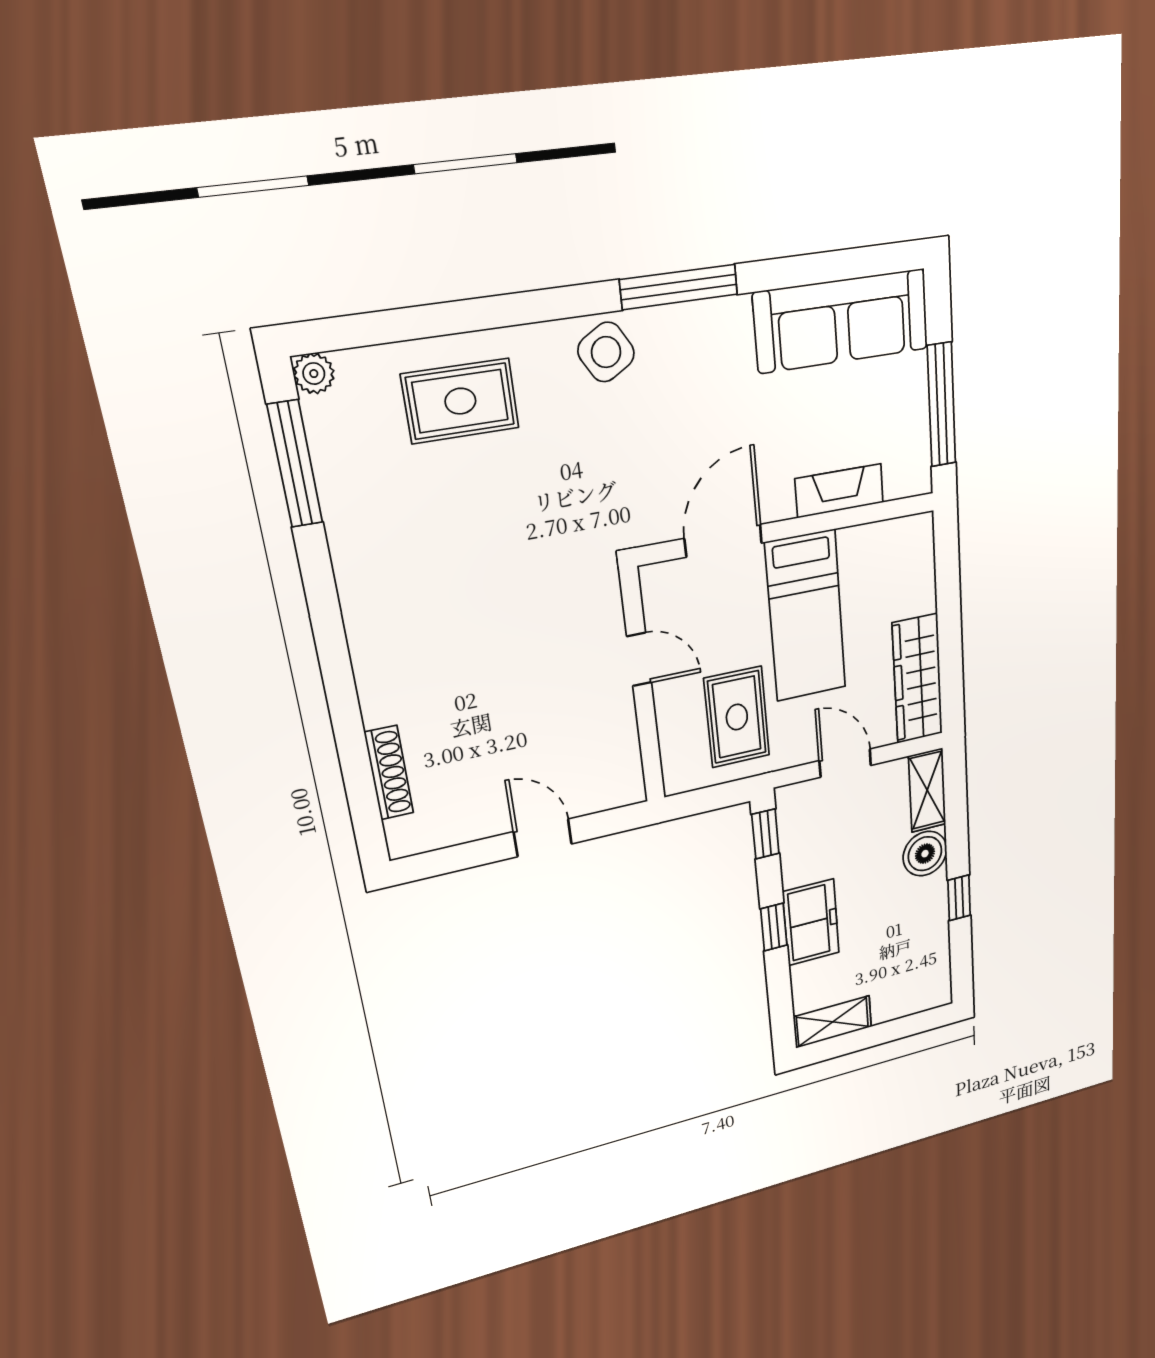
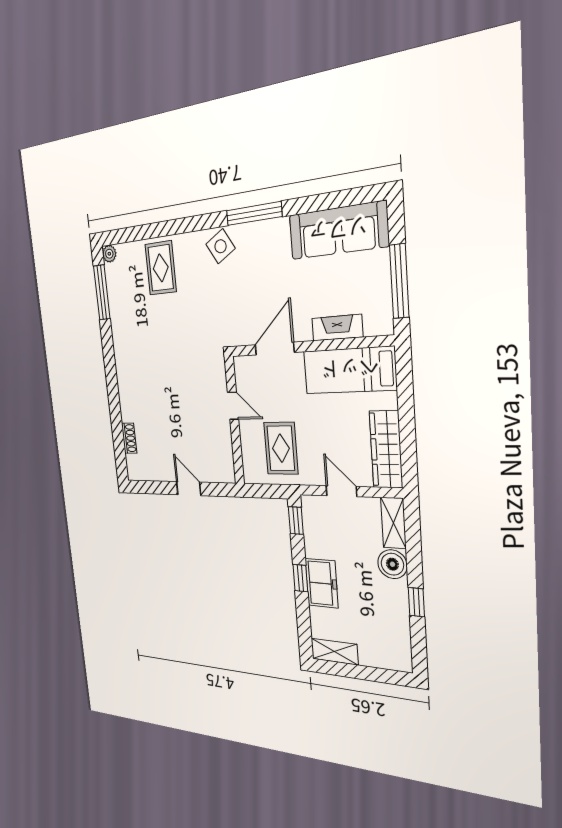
rug: (460, 401) -> (161, 268), turned 90
bed: (806, 616) -> (350, 370), moved, turned 90
shoe rack: (389, 773) -> (129, 438), width x0.70

